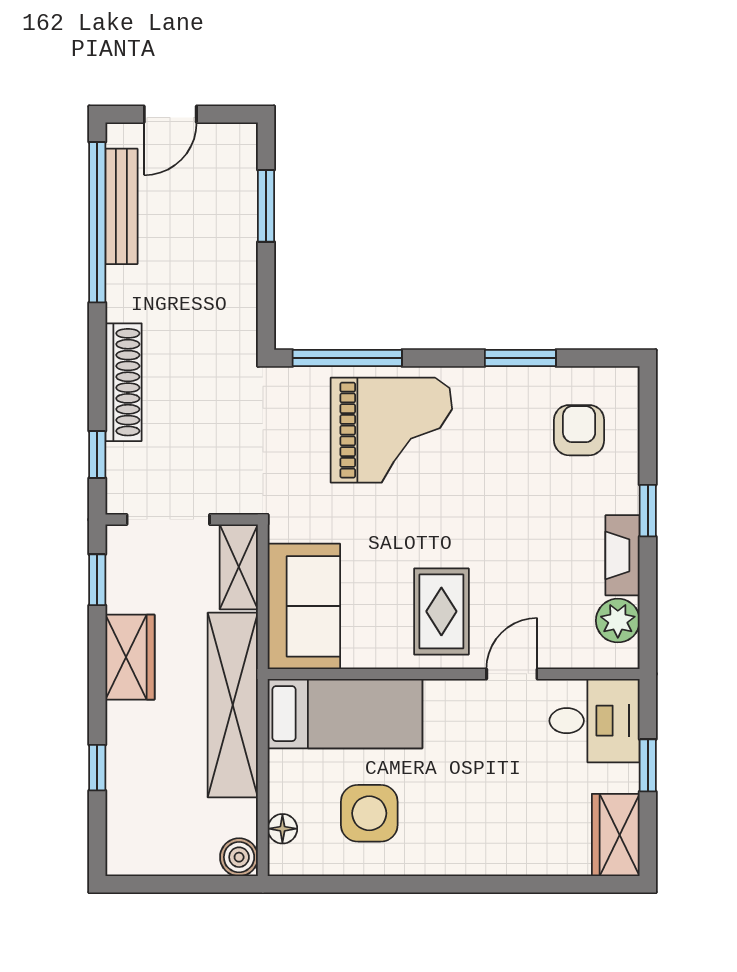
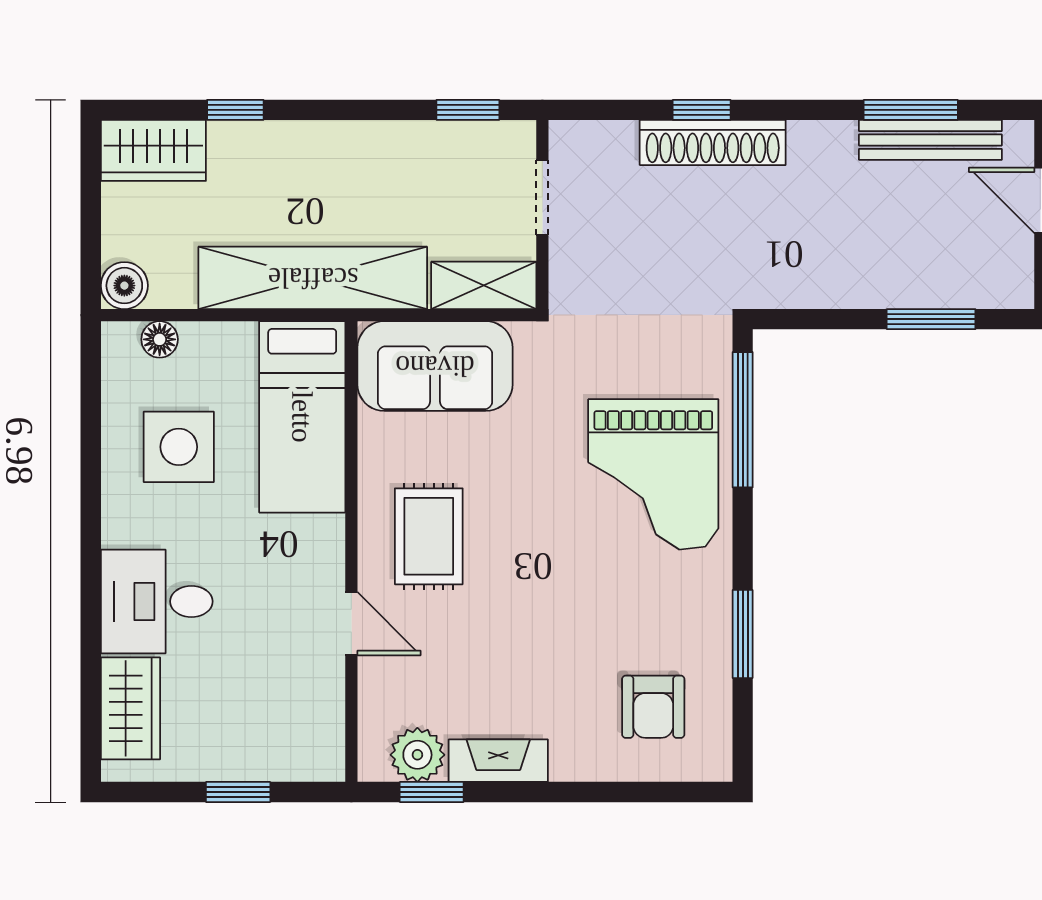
window: (97, 222) -> (911, 110), width x0.47
armchair: (579, 430) -> (653, 707), turned 90
window: (97, 455) -> (702, 110), moved
window: (648, 511) -> (432, 792), moved
doorway: (168, 520) -> (542, 198), width x0.73
rug: (441, 611) -> (429, 536), turned 90
wardrobe: (130, 657) -> (153, 150), moved
desk: (595, 721) -> (157, 601), moved, turned 90
wardrobe: (616, 835) -> (130, 708), moved, turned 90

